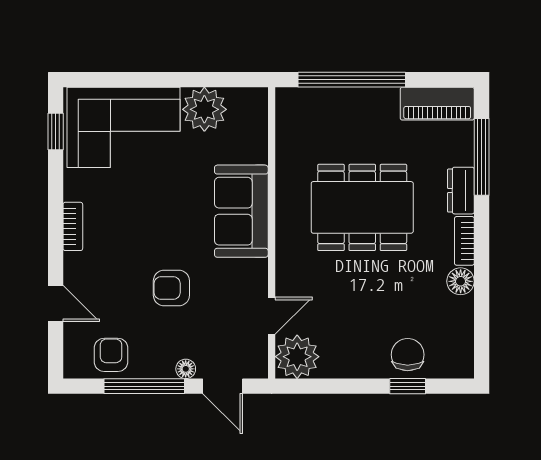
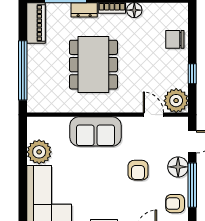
floor lamp: (186, 369) -> (178, 167), width x1.89, depth x1.89
window: (408, 386) -> (192, 74), moved

